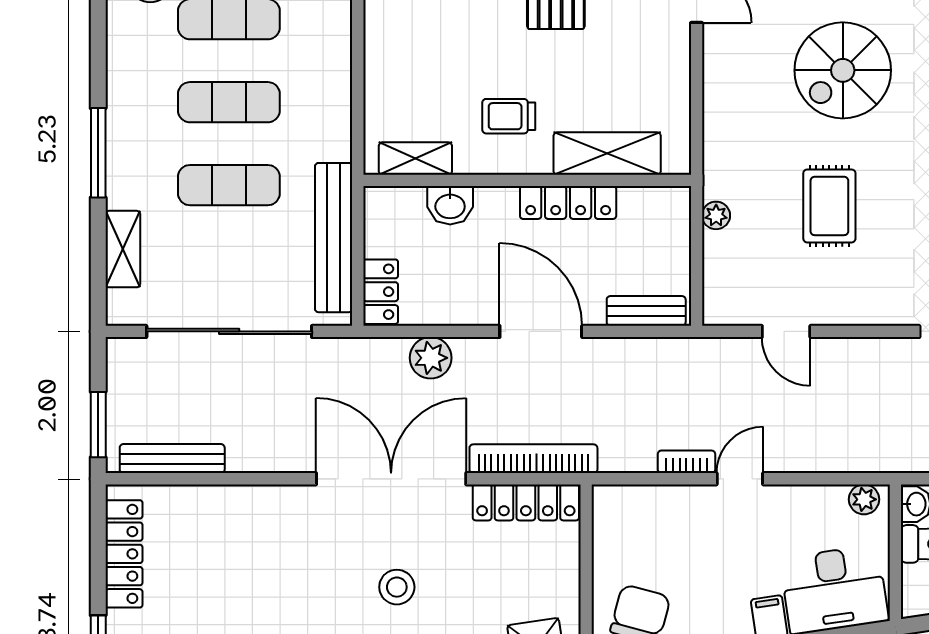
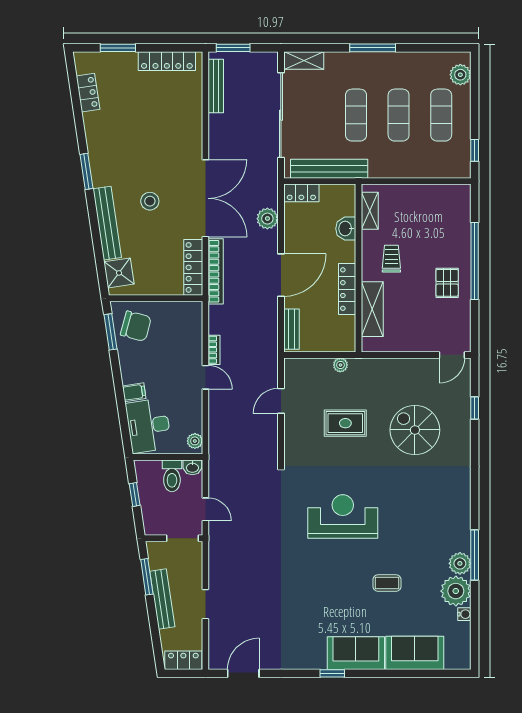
shelving: (123, 249) -> (304, 61), moved

